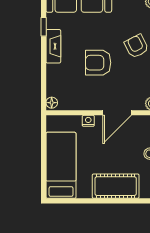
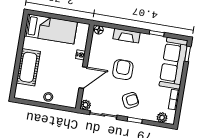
fireplace: (53, 46) -> (127, 36), moved
door: (117, 113) -> (83, 78), swing flipped

